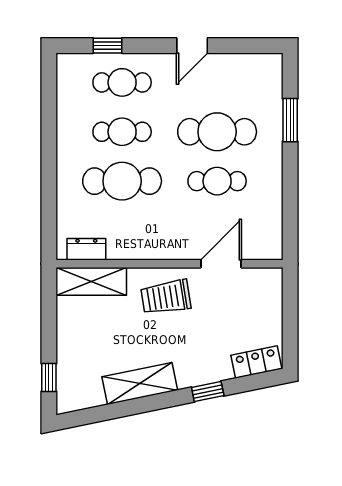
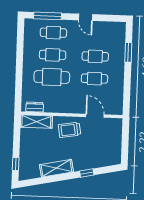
window: (107, 46) -> (47, 16), width x2.17
door: (192, 46) -> (85, 17), hinge flipped
cafe table: (217, 132) -> (95, 56), width x0.73, depth x0.74
door: (221, 264) -> (95, 116), hinge flipped
locker: (256, 362) -> (109, 161), removed

